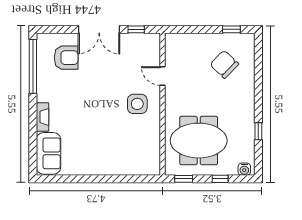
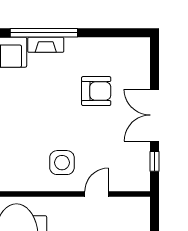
armchair: (66, 58) -> (96, 91), moved, turned -90
window: (33, 66) -> (44, 33), moved

